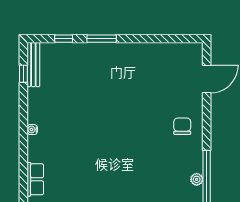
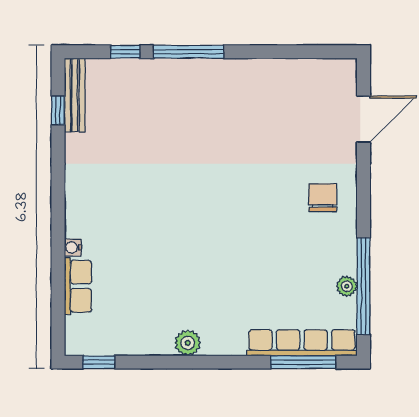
window: (102, 39) -> (189, 52), width x1.44
water cooler: (32, 130) -> (73, 247), moved

